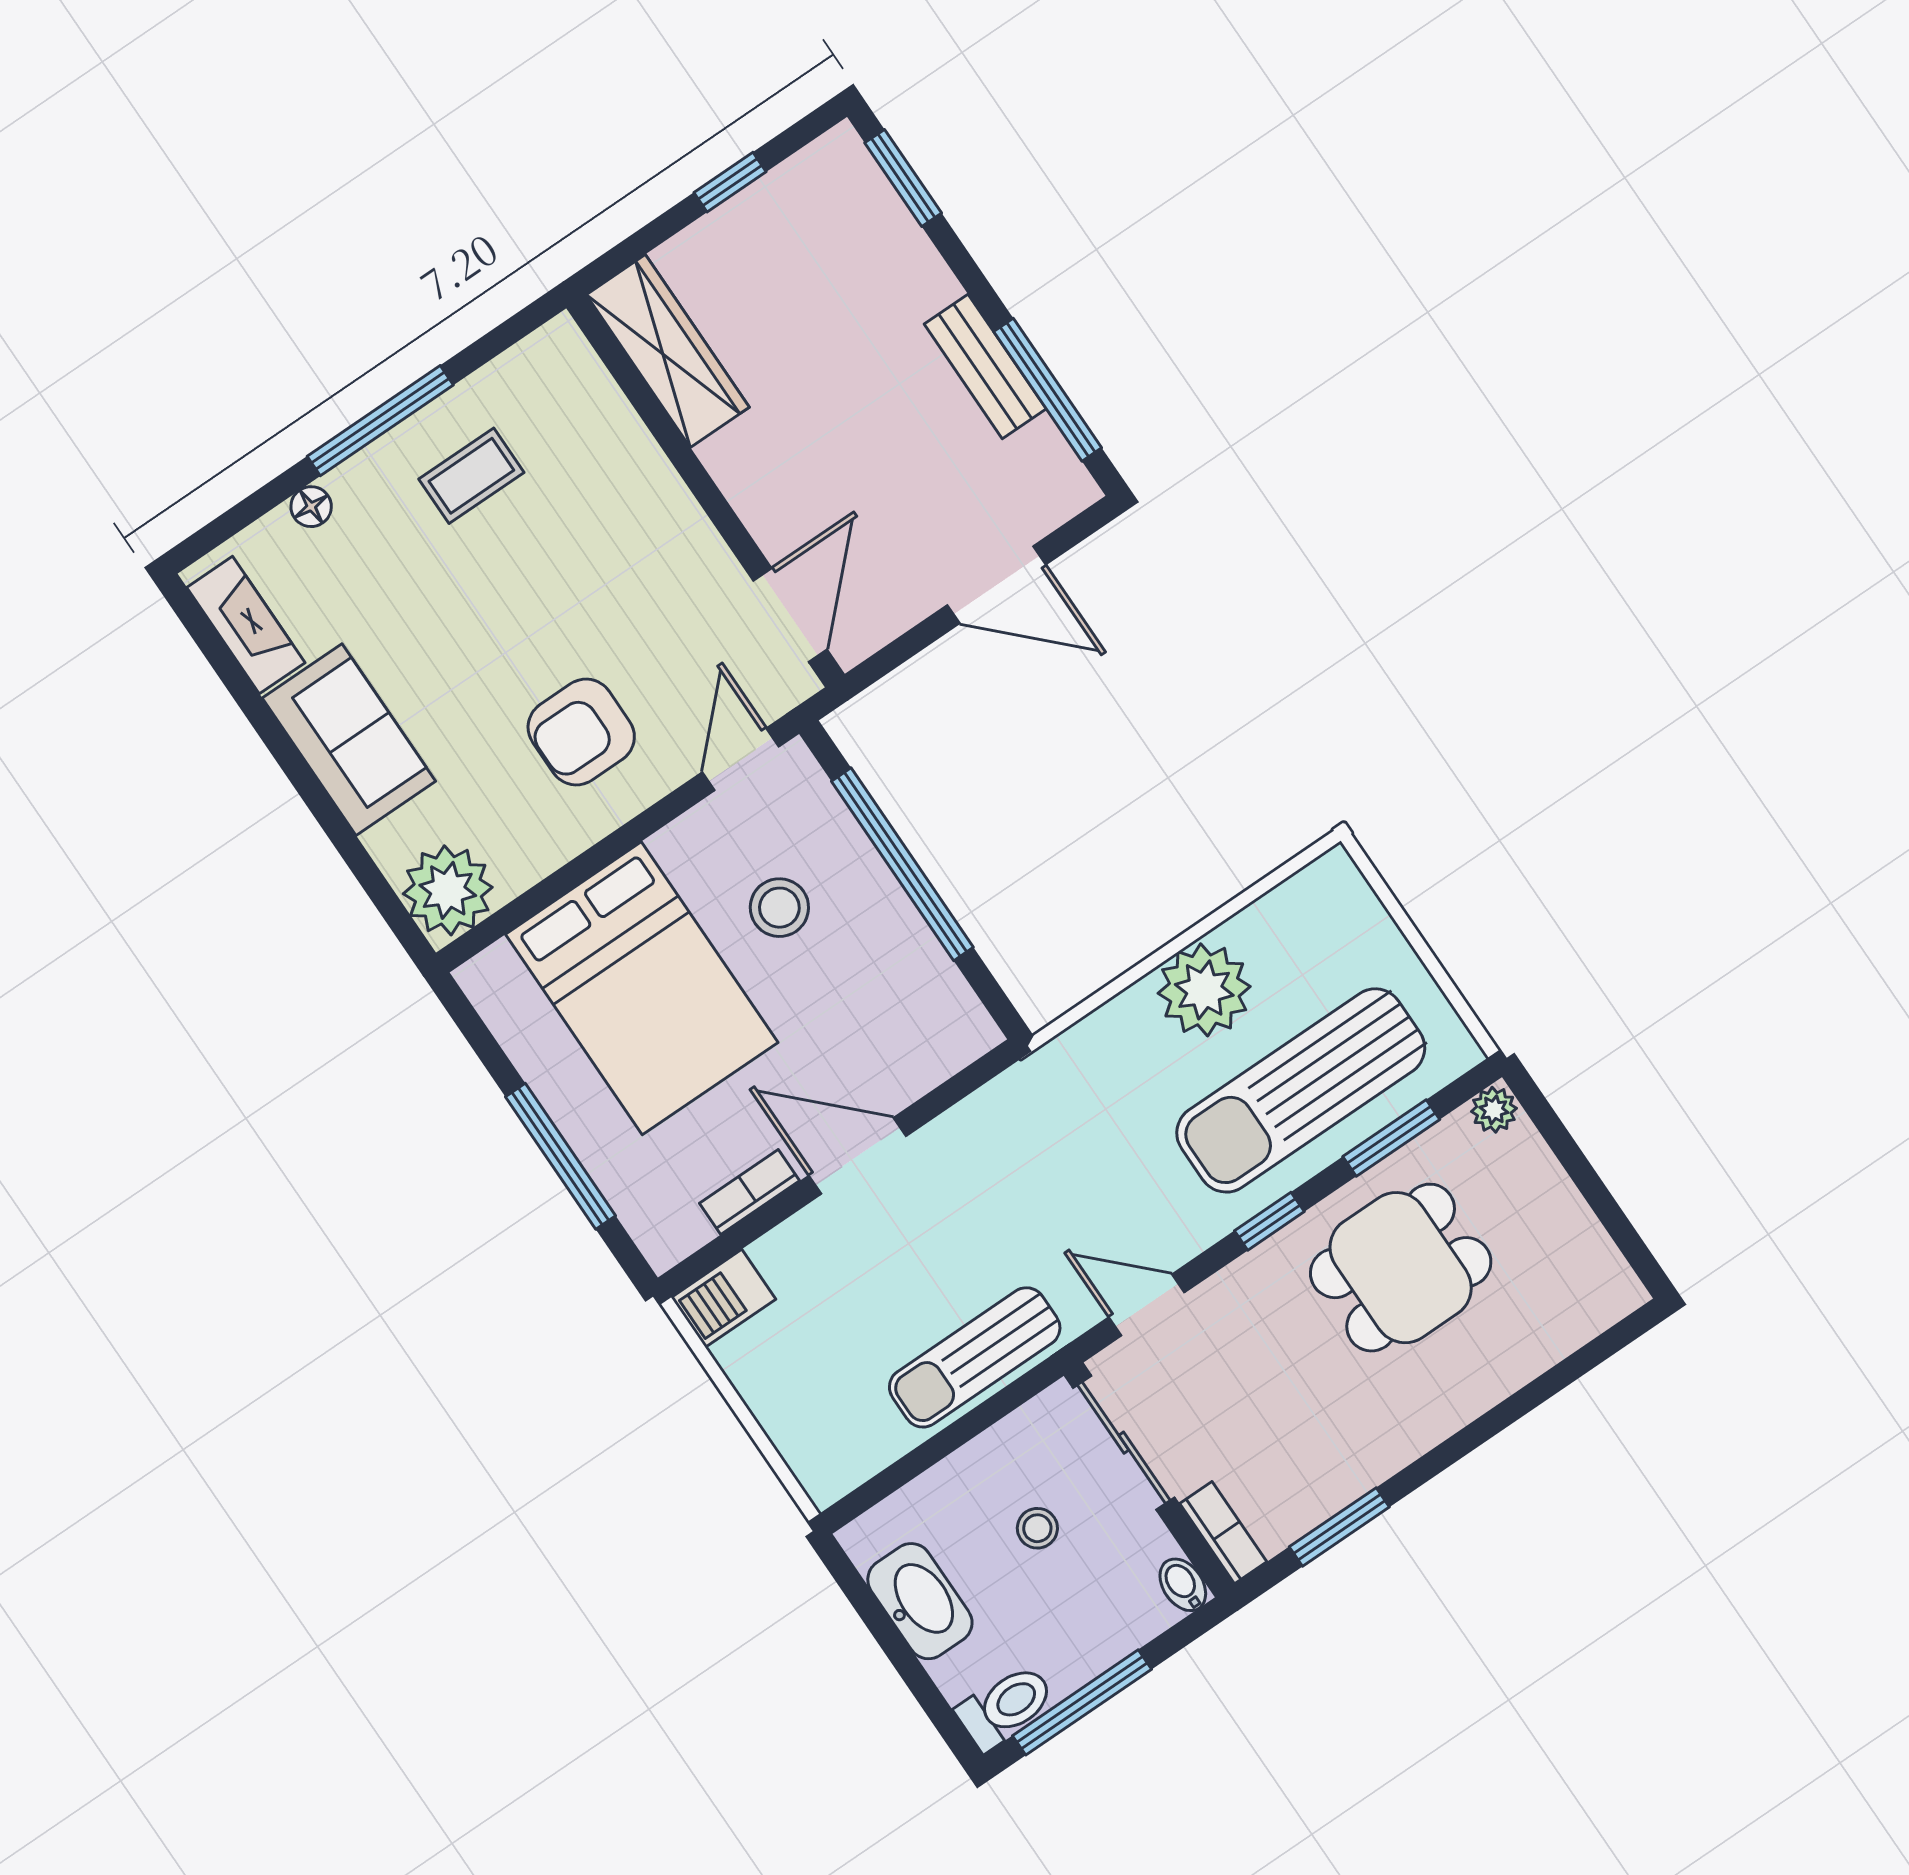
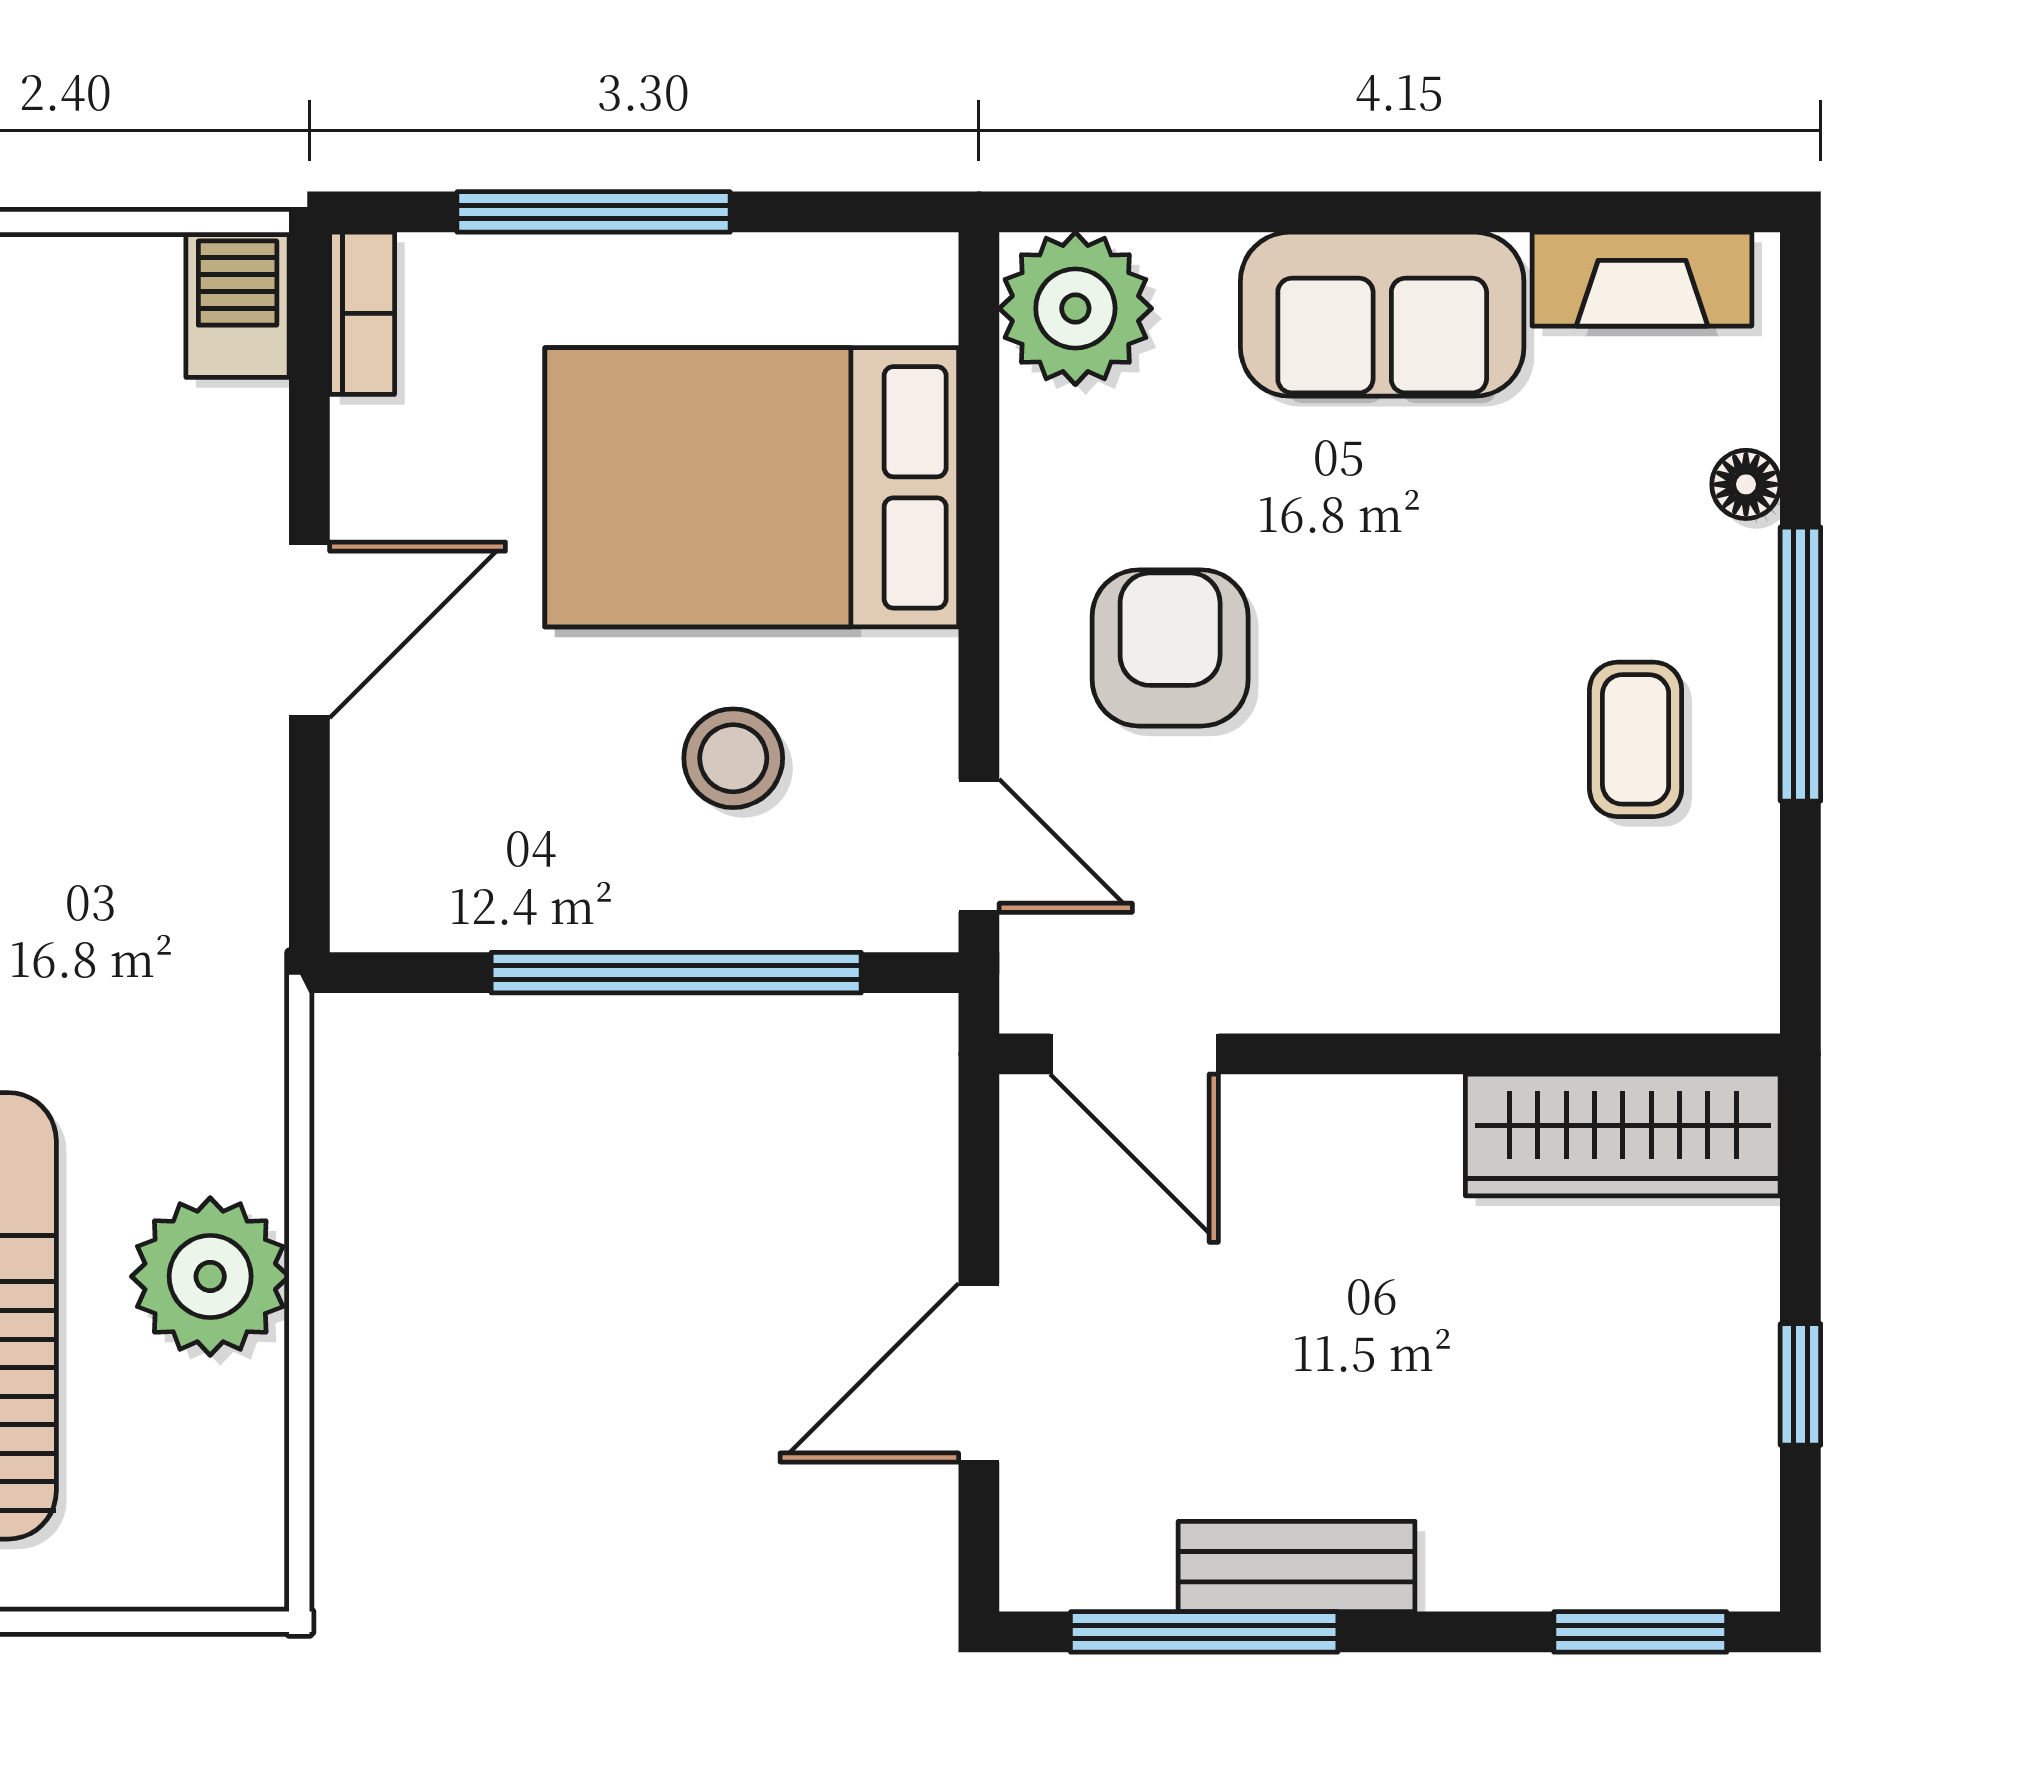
bookcase: (749, 1192) -> (362, 313), moved

